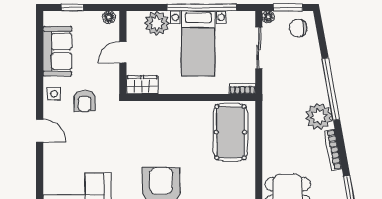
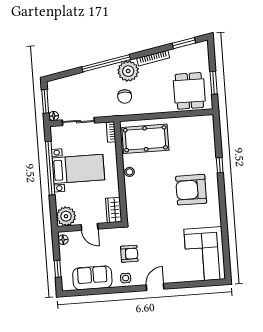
plant: (157, 23) -> (66, 216), moved
chair: (298, 28) -> (125, 97), moved
stool: (190, 109) -> (130, 172), added

